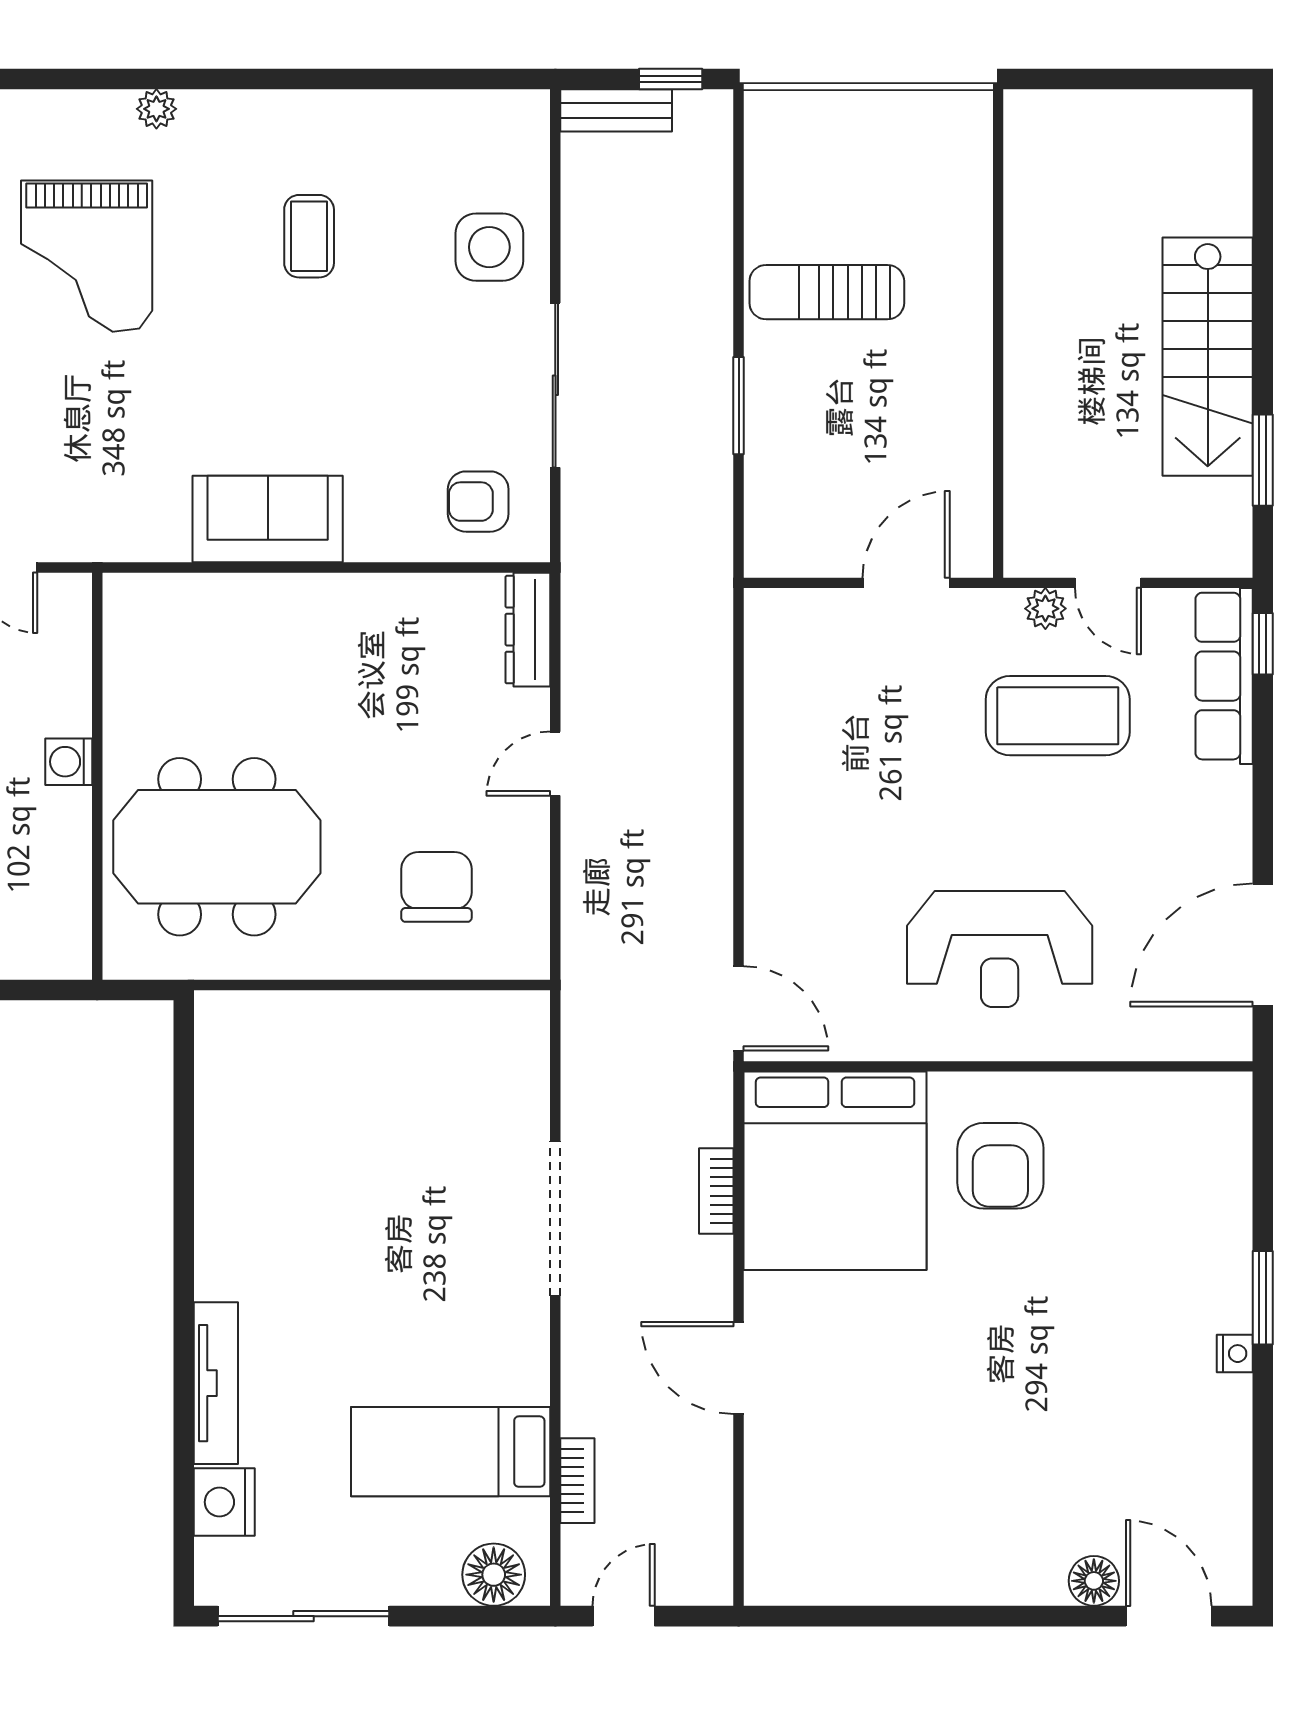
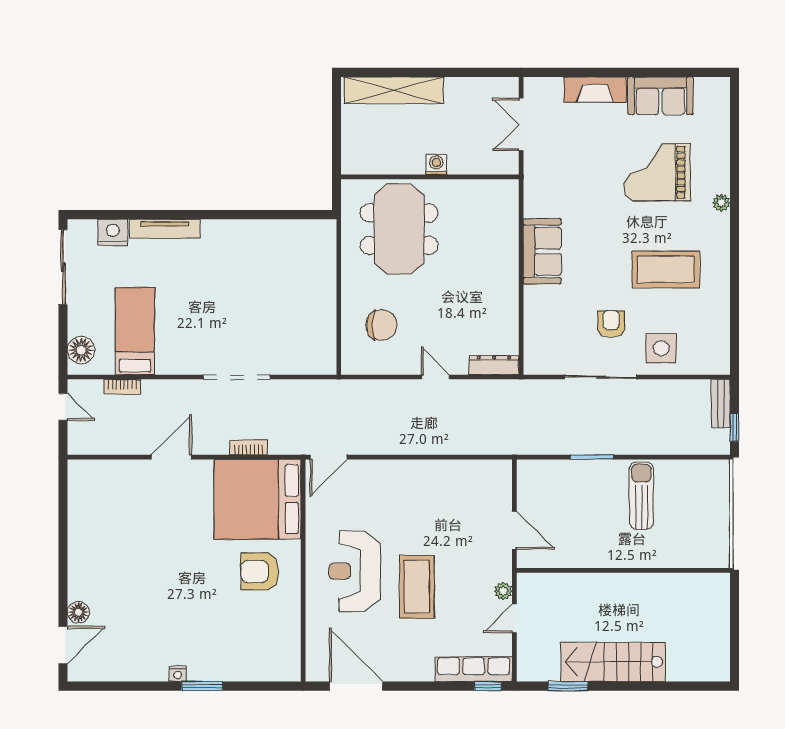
coffee table: (309, 236) -> (666, 269), width x1.86, depth x1.72
armchair: (478, 502) -> (611, 324), moved
coffee table: (1058, 716) -> (417, 587), moved

